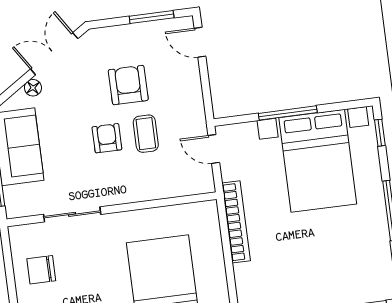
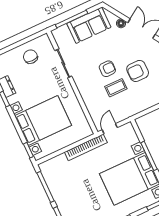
armchair: (128, 85) -> (138, 71), turned 180
door: (214, 149) -> (110, 129), moved

